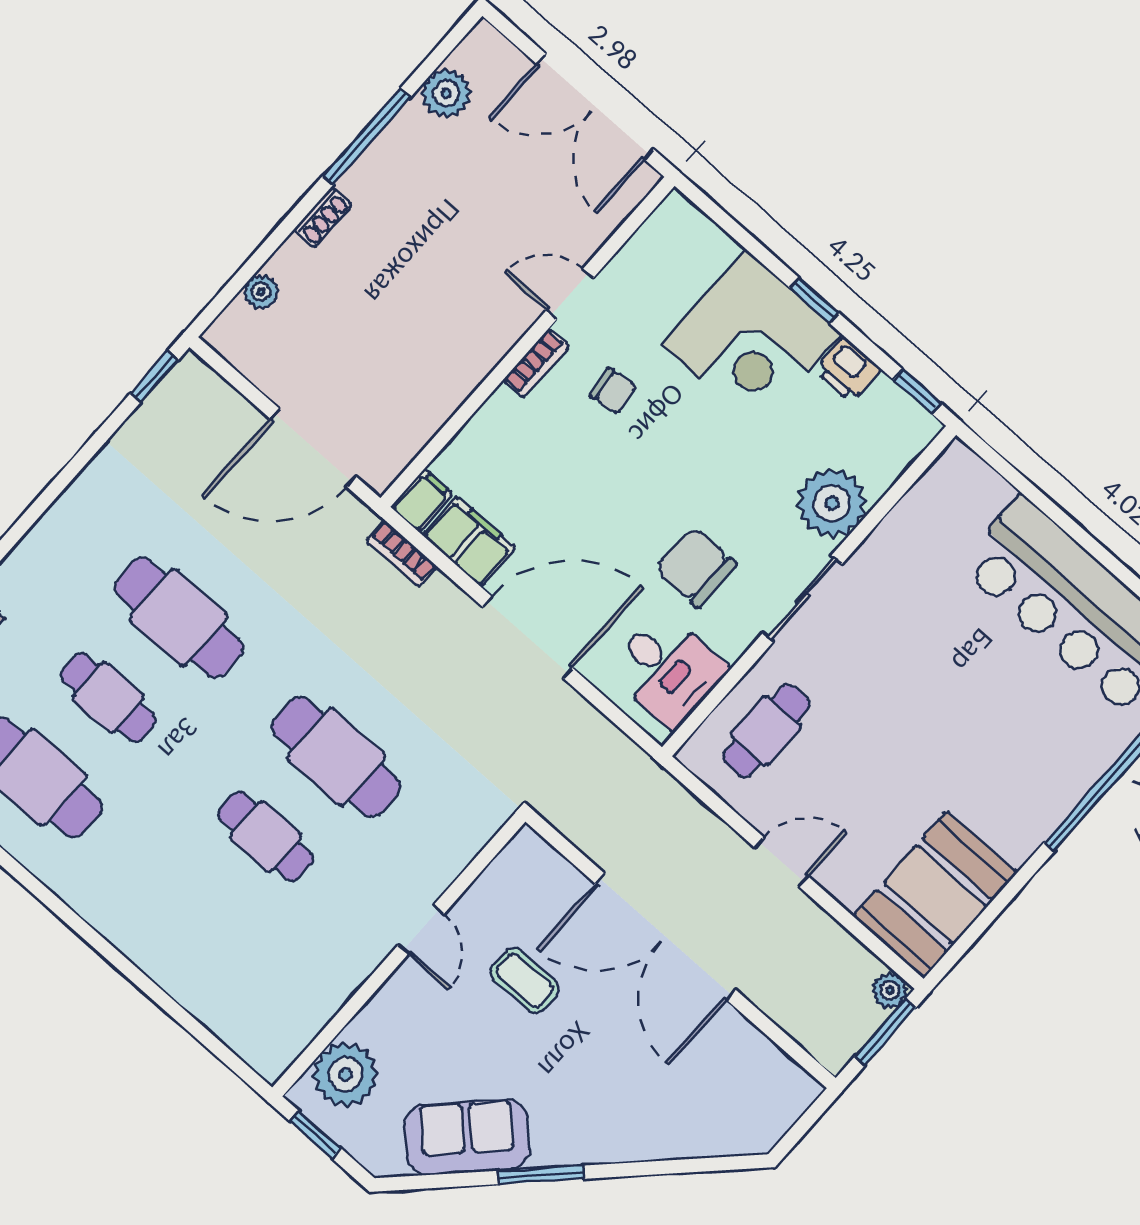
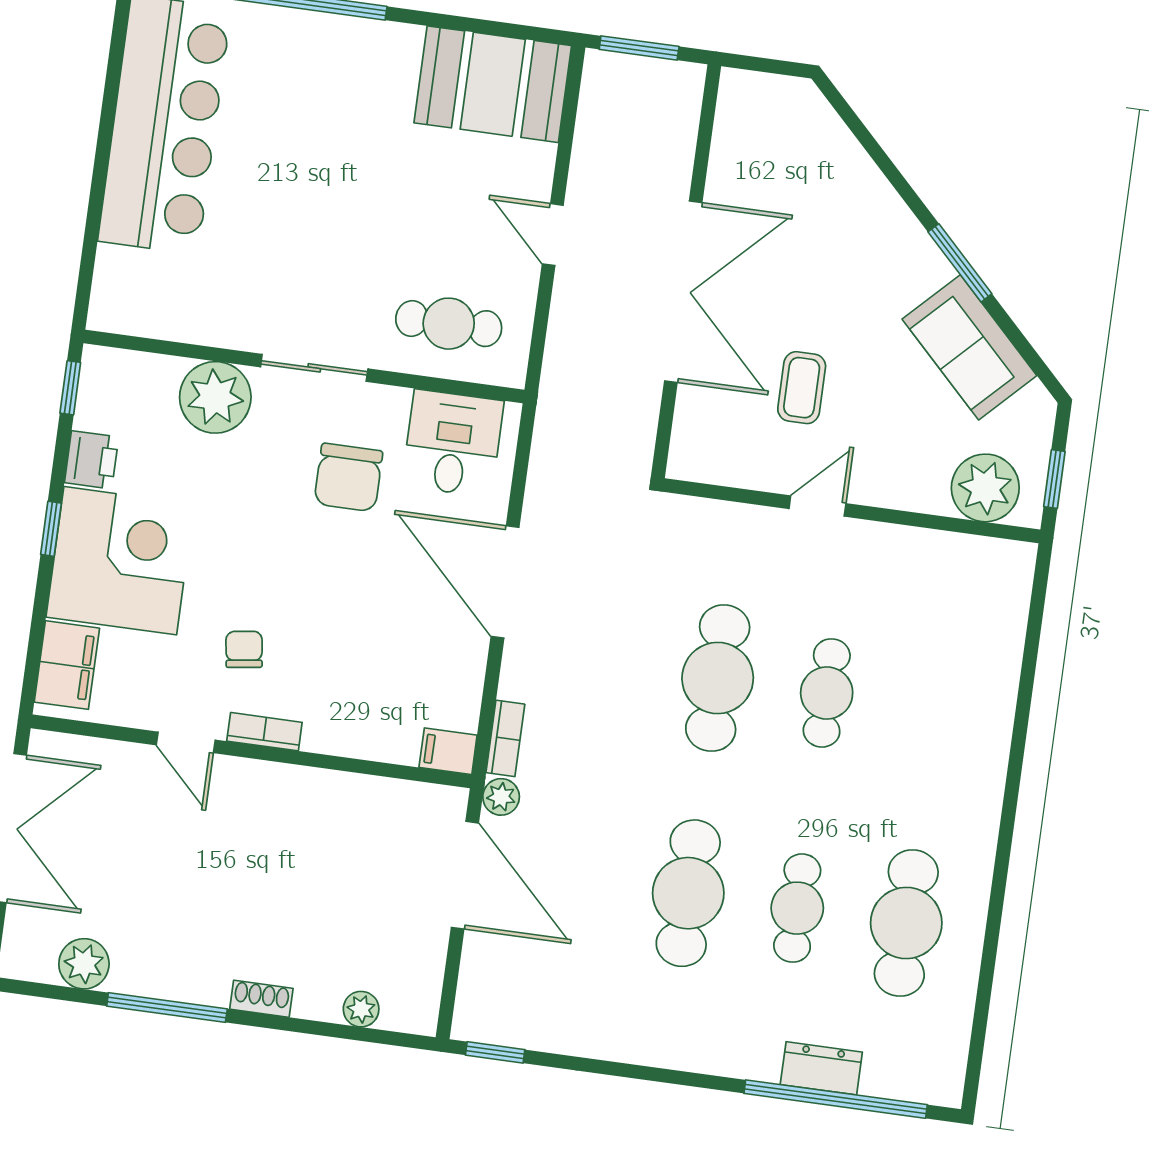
filing cabinet: (469, 542) -> (67, 665), moved, turned 180
plant: (890, 990) -> (501, 797), moved

